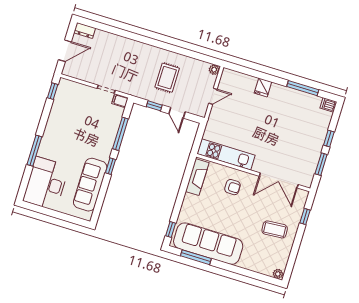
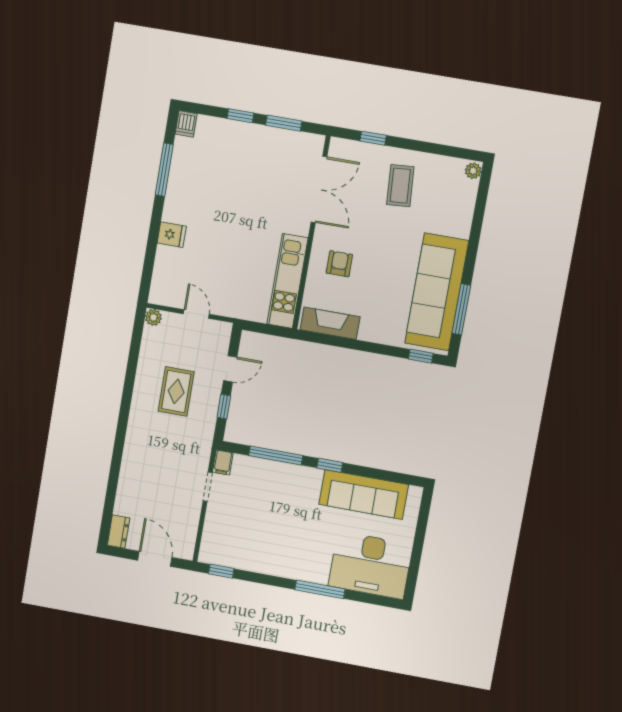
rug: (167, 78) -> (176, 391), turned 90

